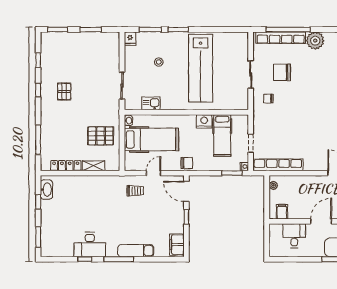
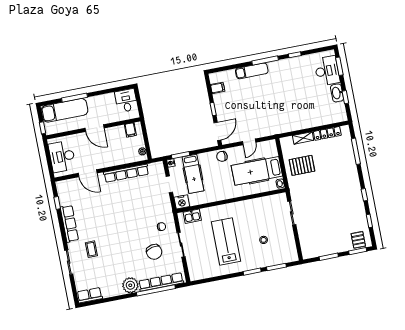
fridge: (130, 39) -> (293, 255), removed
lab bench: (201, 68) -> (226, 242), width x0.73
chair: (282, 72) -> (154, 252), turned 77
pallet: (64, 92) -> (358, 240), moved
kitchen sink: (151, 103) -> (192, 216), moved
nightstand: (204, 121) -> (182, 202), moved
hospital bed: (222, 136) -> (193, 174), moved, turned 180
row of seats: (278, 165) -> (126, 173), moved
washbasin: (46, 190) -> (337, 93), moved
trolley: (135, 191) -> (262, 123), removed
door: (186, 191) -> (217, 131), hinge flipped
door: (321, 221) -> (94, 128), hinge flipped
desk: (294, 236) -> (126, 101), moved, turned 180
desk: (90, 245) -> (327, 71), moved, turned 90
filing cabinet: (177, 245) -> (218, 88), width x0.50

